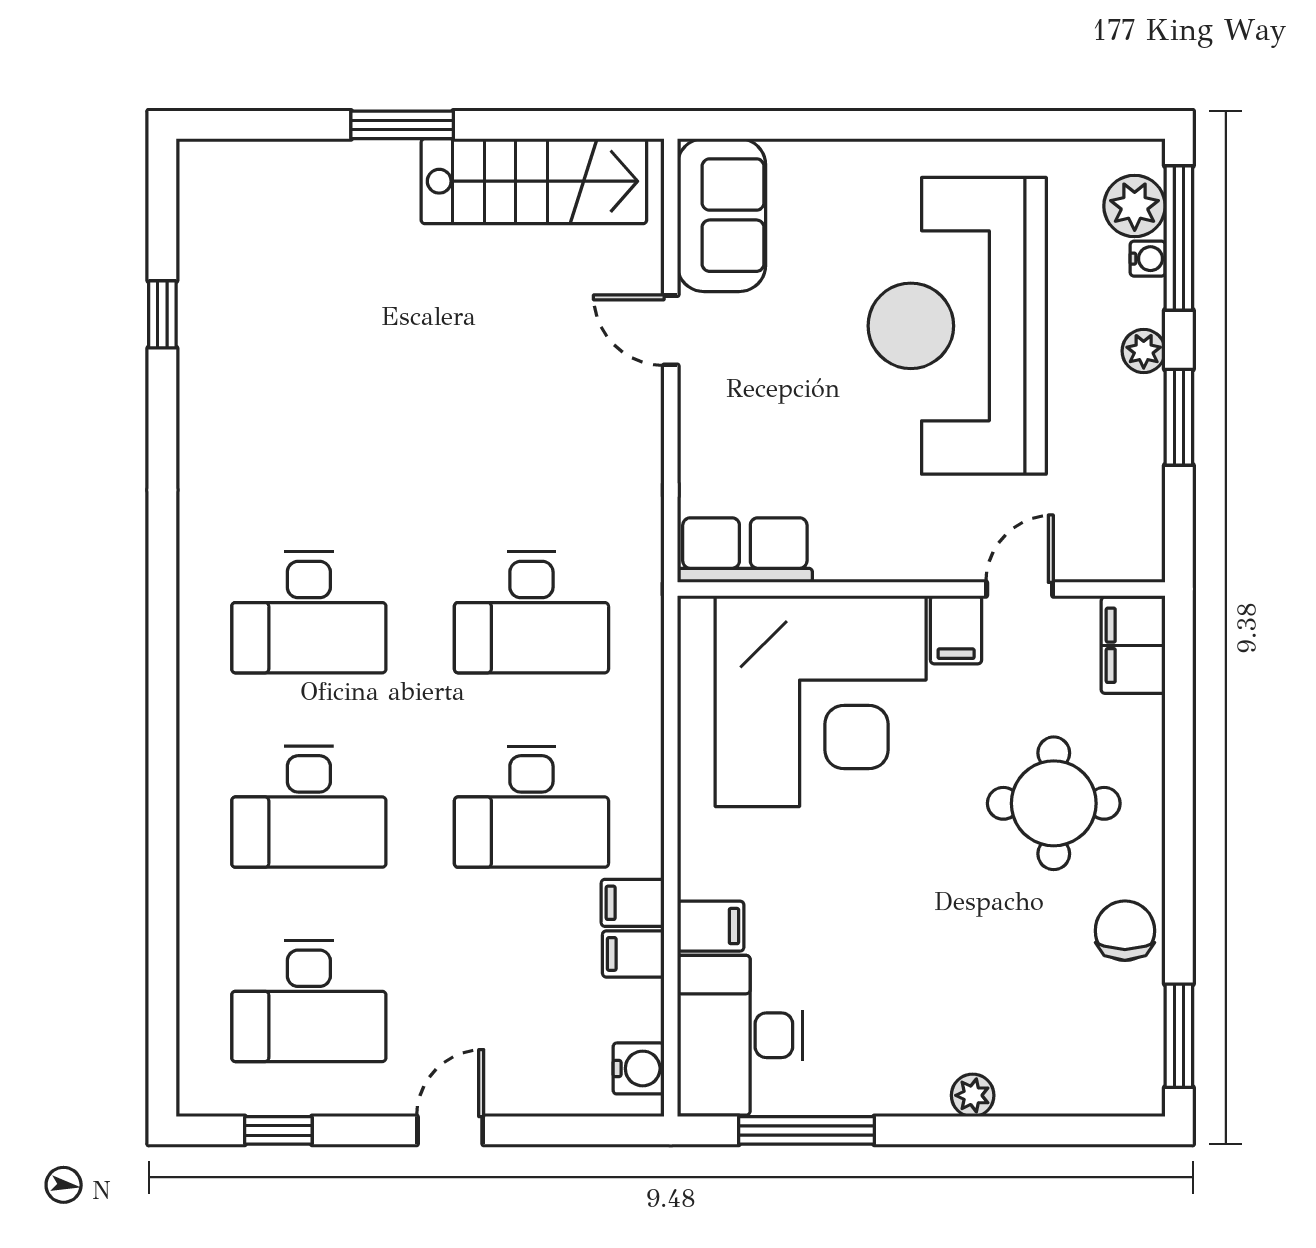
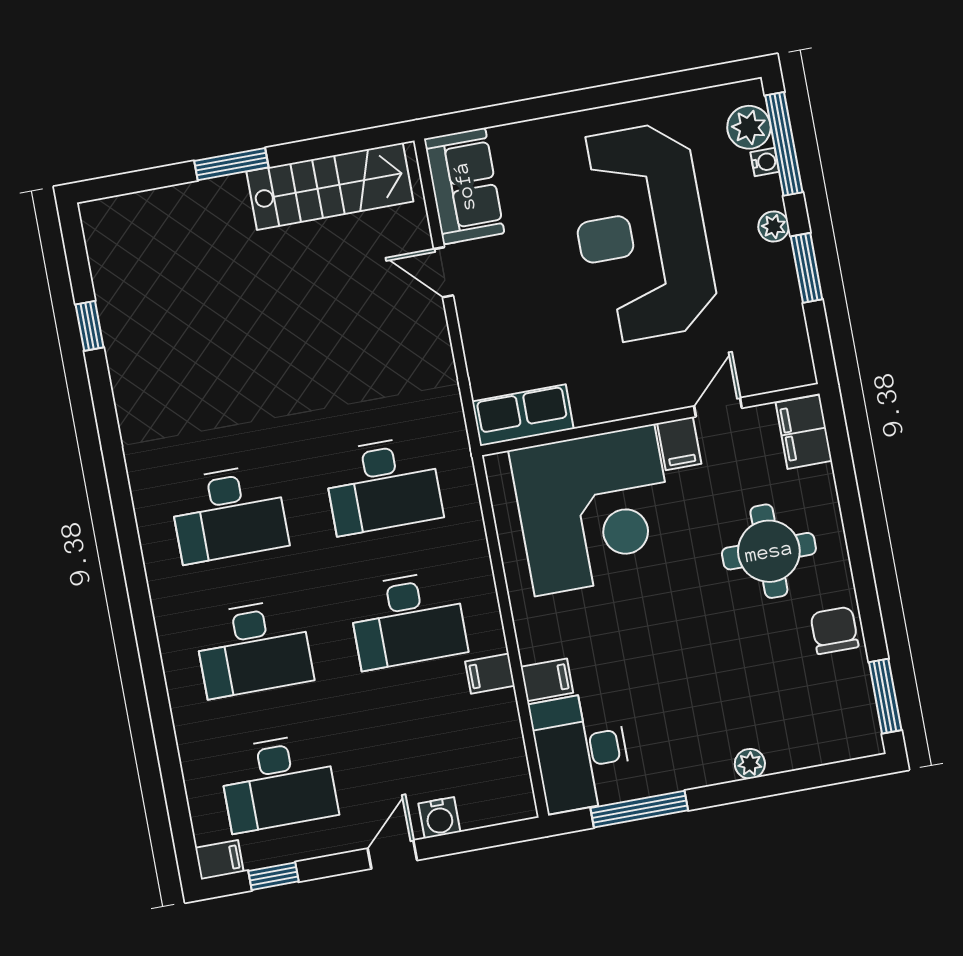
filing cabinet: (633, 954) -> (219, 860), moved, turned 180
water cooler: (639, 1068) -> (439, 818), moved, turned 90

